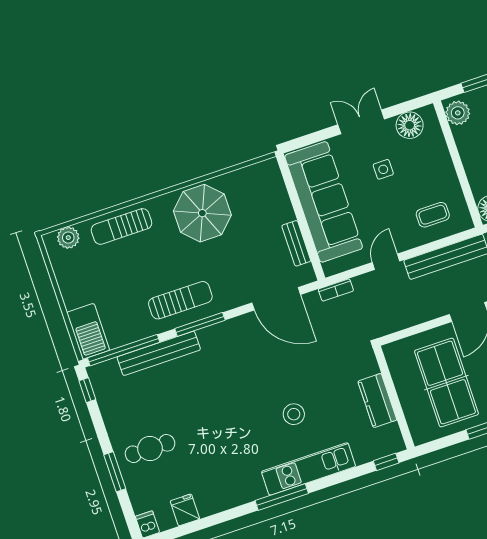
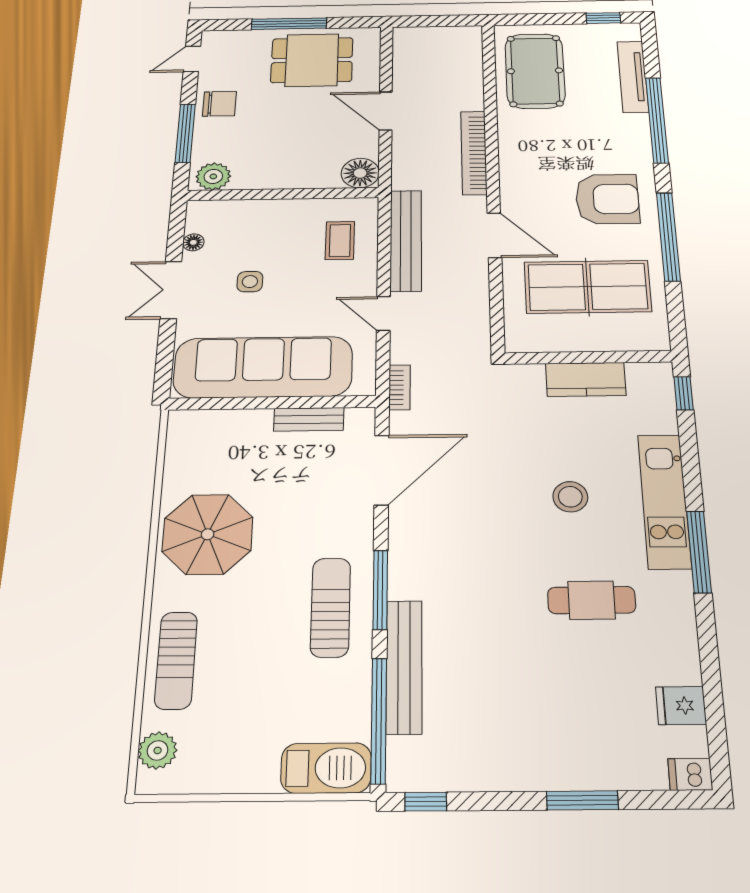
floor lamp: (410, 125) -> (193, 242), width x0.53, depth x0.53
cafe table: (150, 449) -> (592, 600), moved, turned 90

